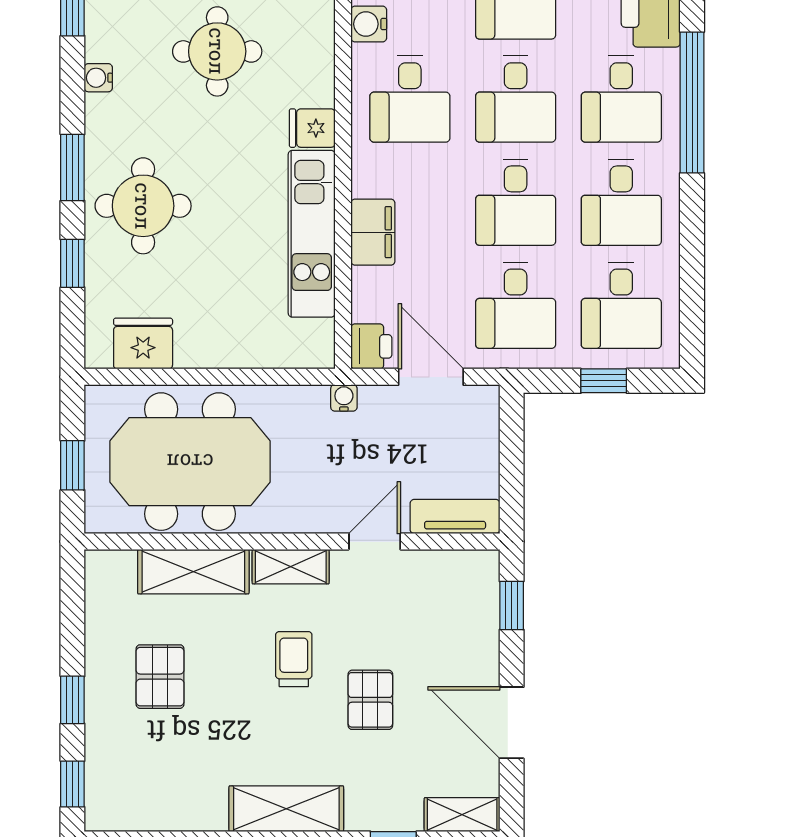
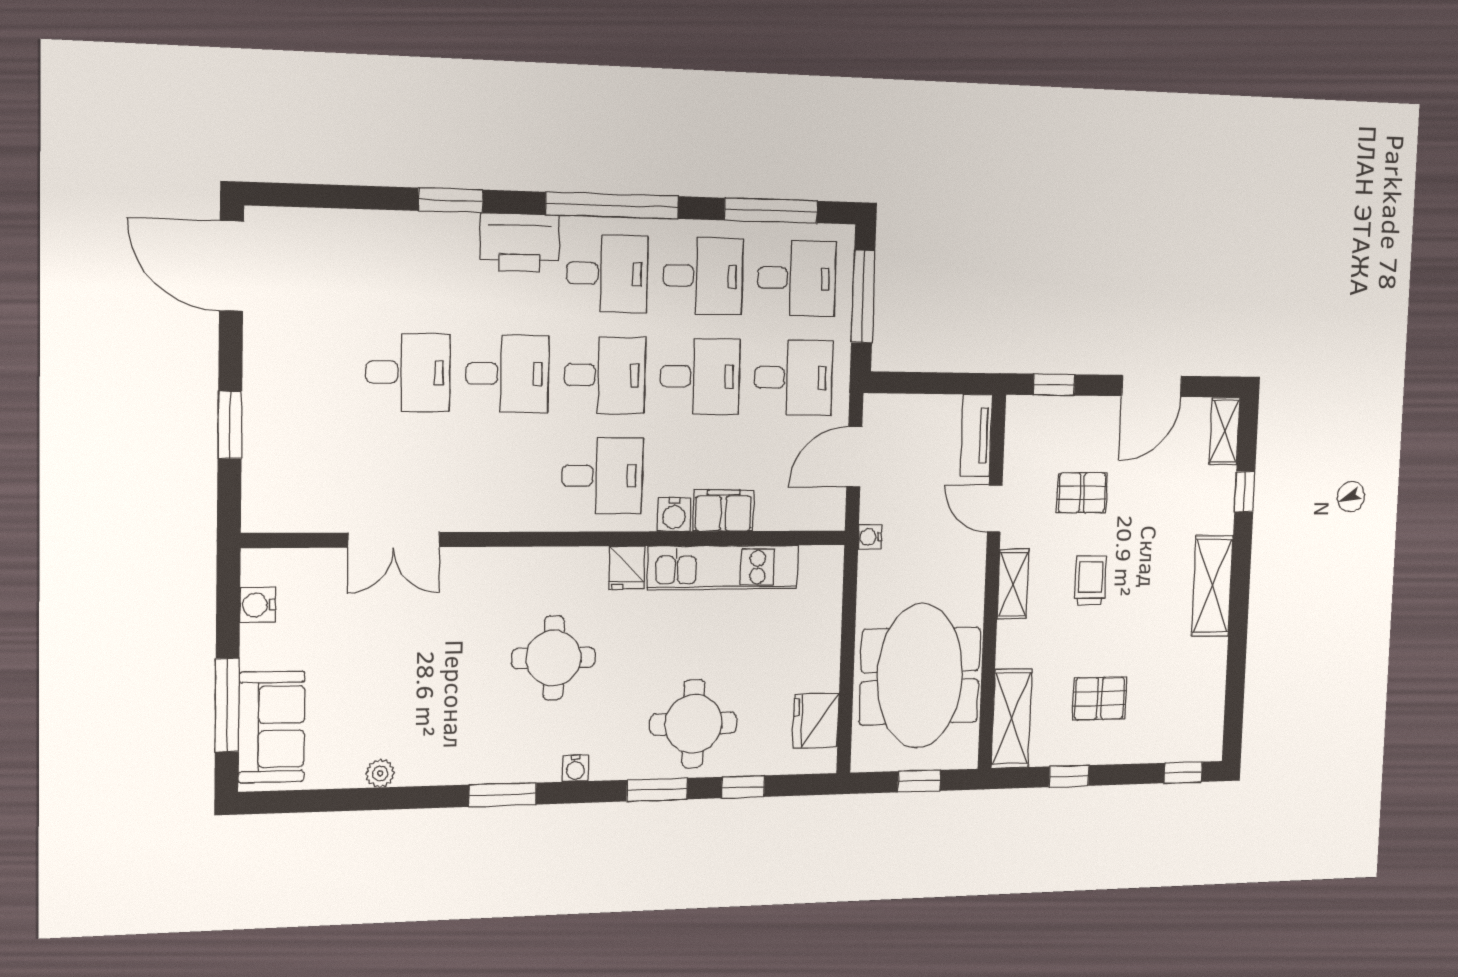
water cooler: (369, 24) -> (674, 514), moved
window: (692, 274) -> (771, 211), added
printer: (371, 346) -> (826, 512), removed
window: (604, 381) -> (863, 296), width x2.17
shelving: (193, 572) -> (1012, 718), moved
trolley: (294, 659) -> (1090, 580), turned 90
window: (72, 700) -> (1069, 776), moved
pallet: (370, 700) -> (1082, 493), moved

